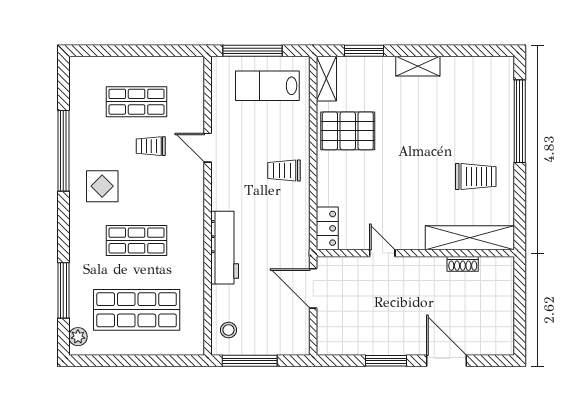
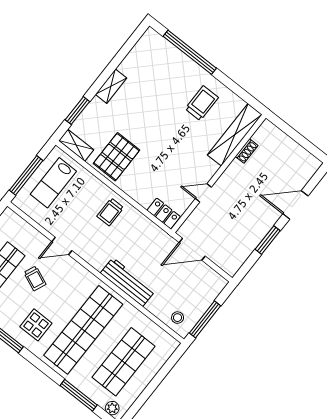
trolley: (151, 146) -> (35, 278), turned -67
shop shelf: (137, 240) -> (83, 330), width x2.00, depth x1.36

